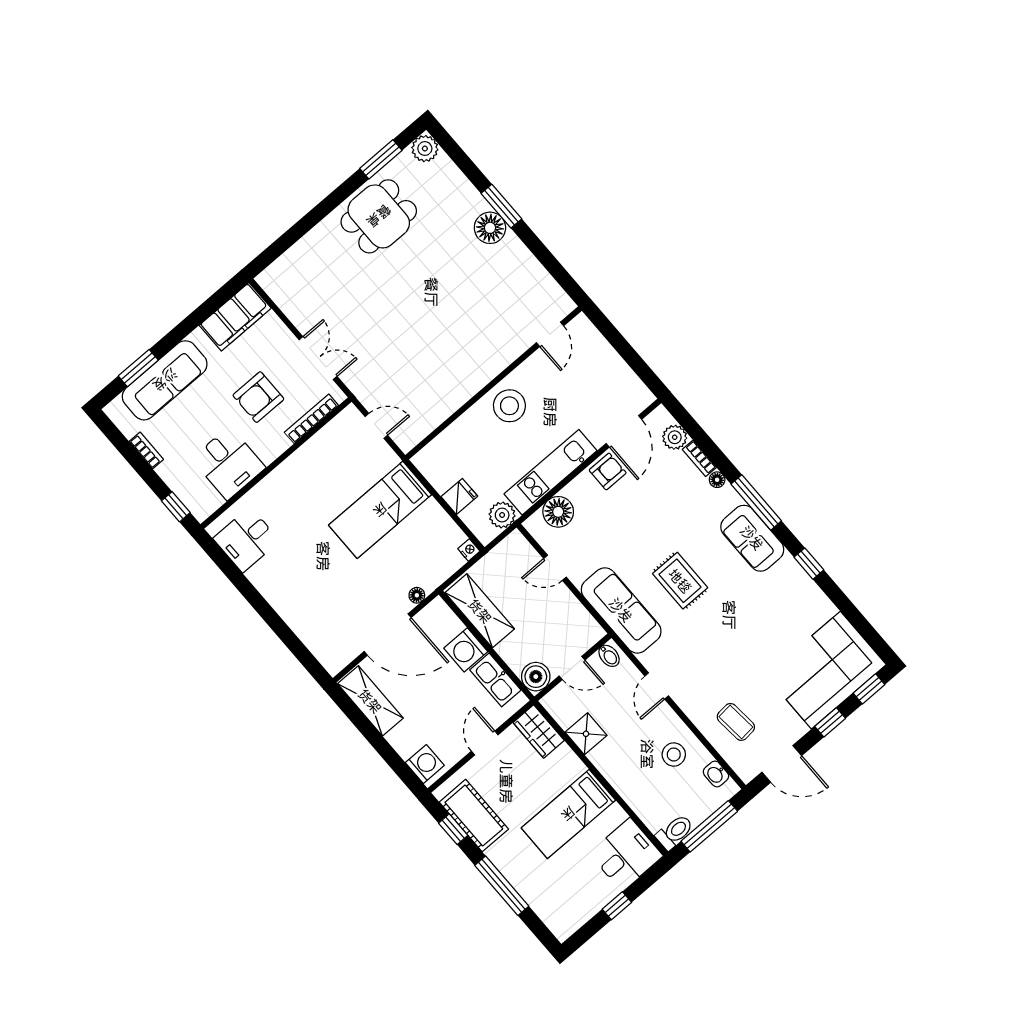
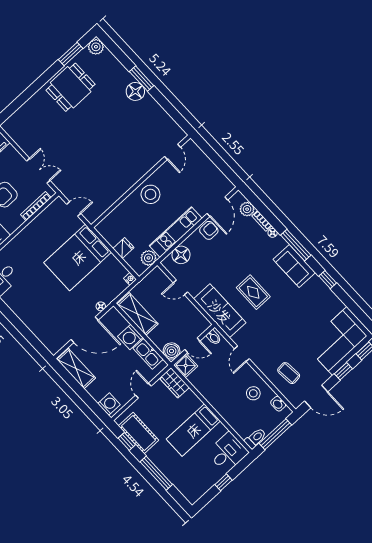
bed: (380, 510) -> (78, 257), width x1.50
shower: (586, 734) -> (186, 366), moved

